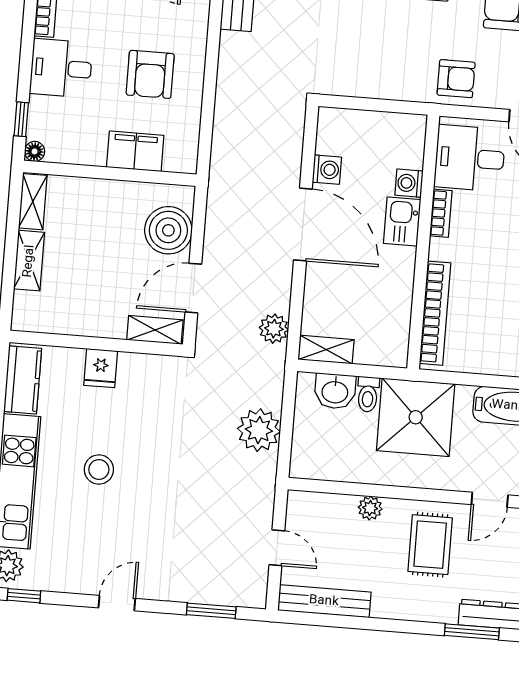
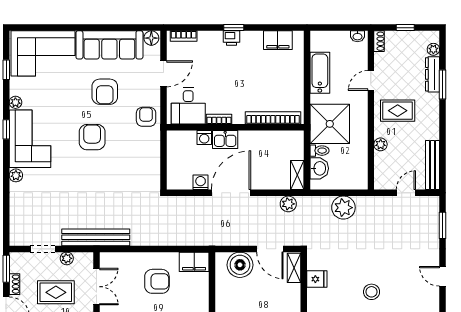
filing cabinet: (135, 151) -> (194, 262), moved, turned -90
fridge: (101, 368) -> (317, 279), moved
door: (490, 500) -> (371, 81), swing flipped

